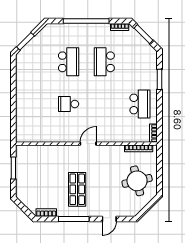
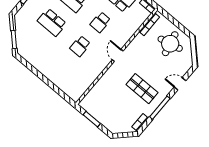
school desk: (69, 62) -> (52, 22), turned 180
school desk: (104, 104) -> (100, 22), added
door: (109, 219) -> (180, 84), swing flipped

